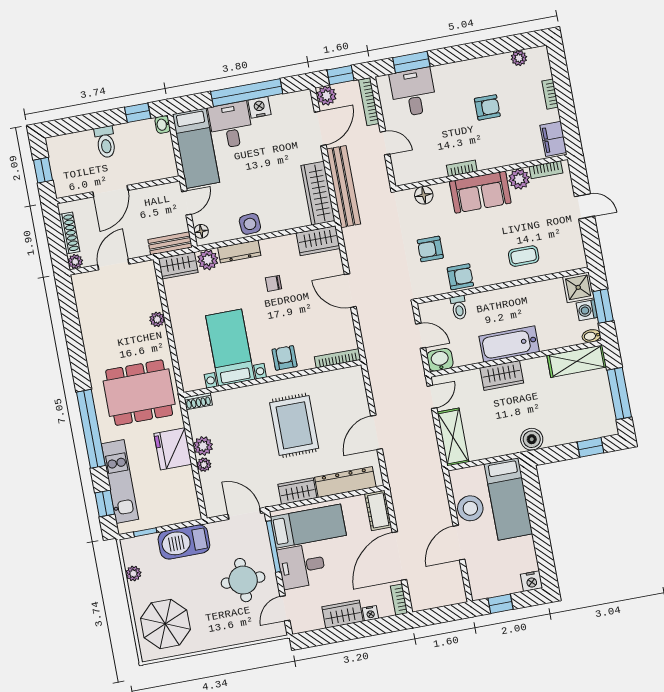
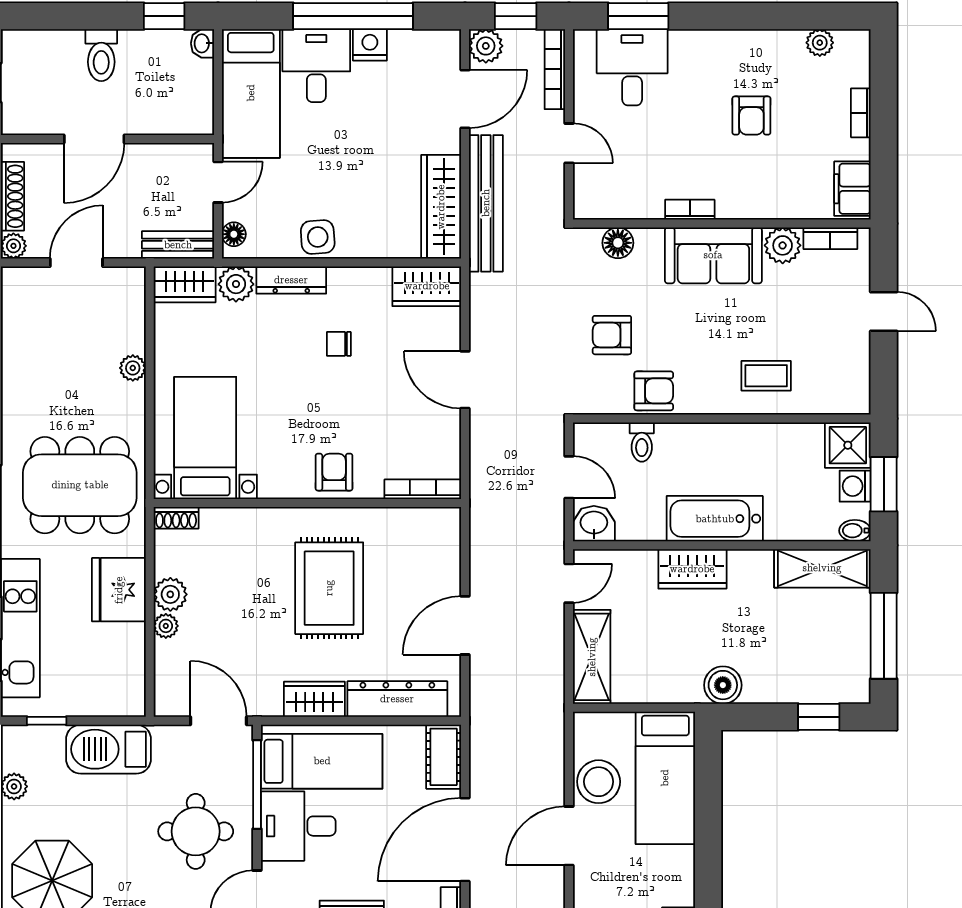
armchair: (487, 107) -> (751, 116), turned 90
bed with nightstands: (230, 348) -> (205, 438), moved

